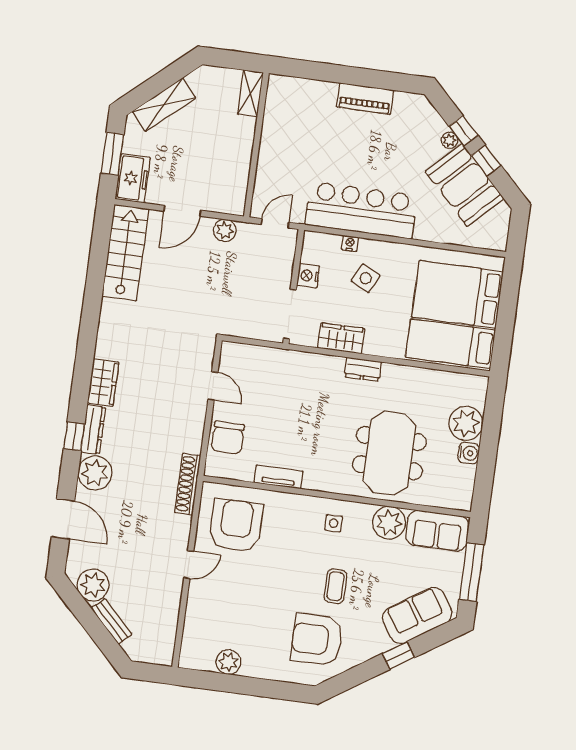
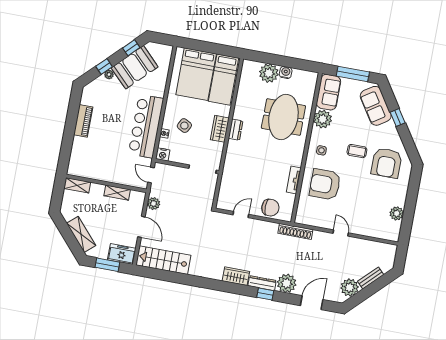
window: (486, 161) -> (131, 48), moved
shelving: (241, 165) -> (117, 193), added
nightstand: (308, 276) -> (163, 154), moved
wardrobe: (341, 338) -> (220, 129), moved
meeting table: (389, 453) -> (283, 117), turned 90
armchair: (236, 526) -> (325, 184), moved

